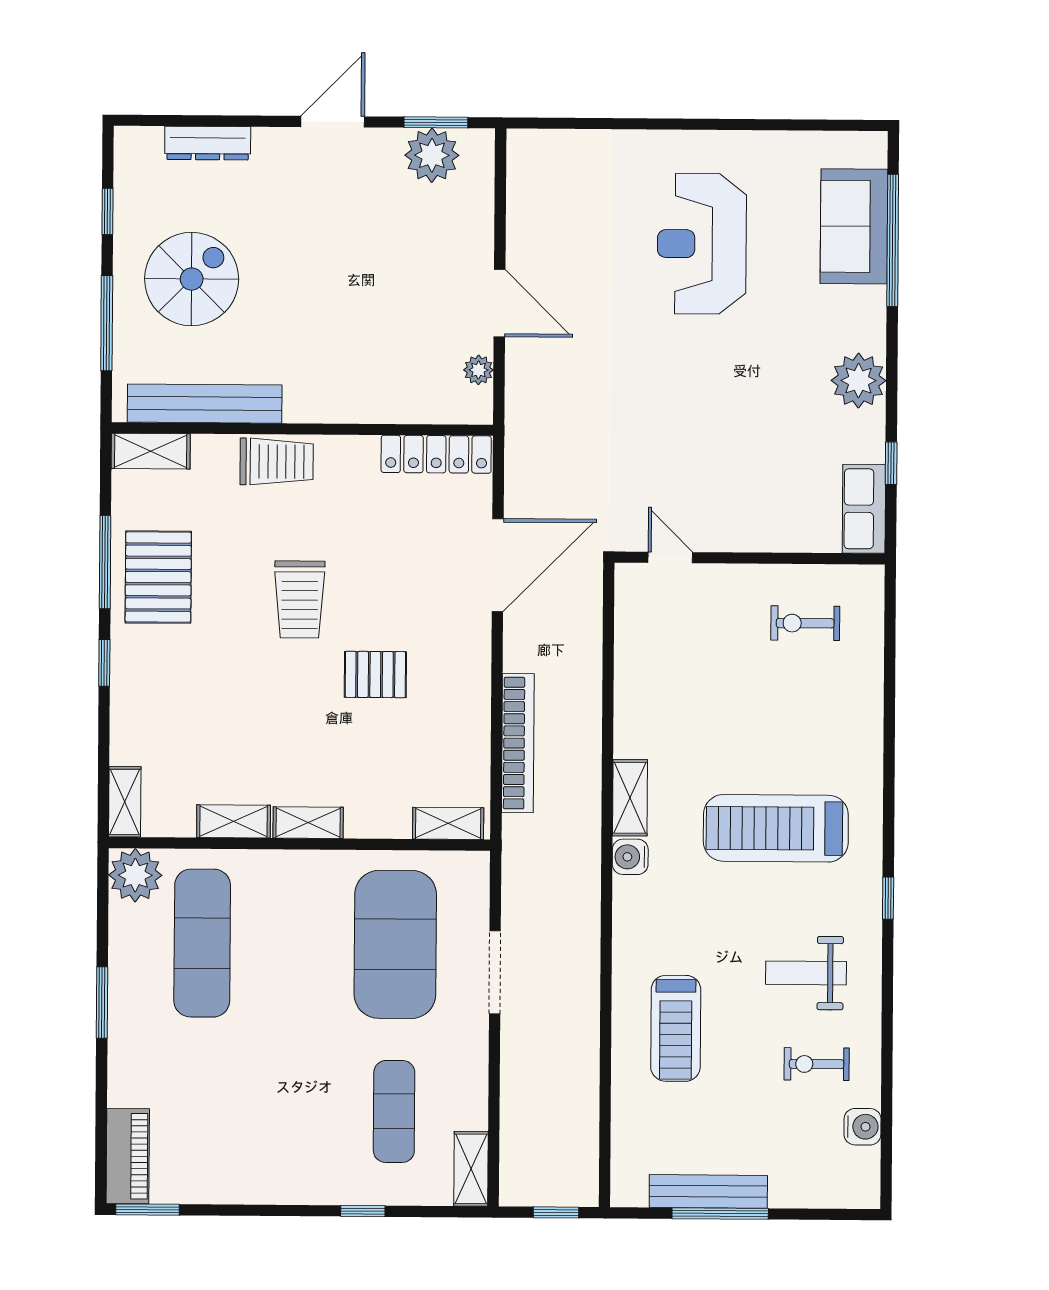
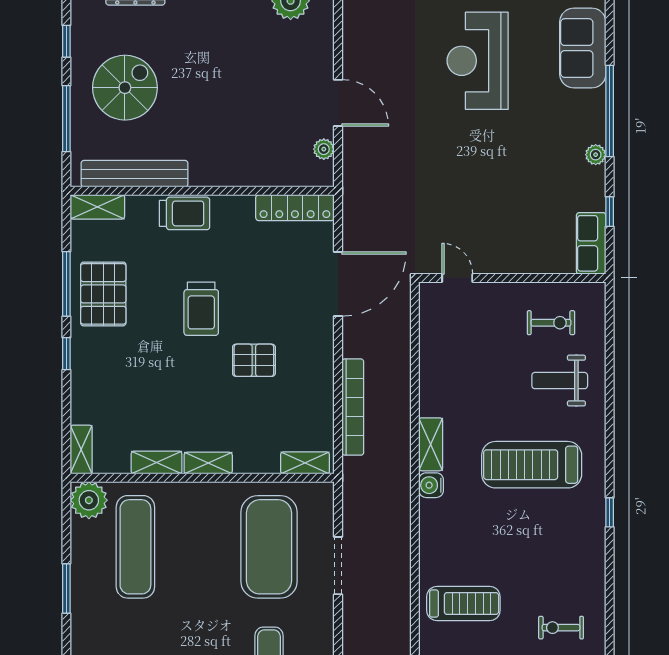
window: (893, 240) -> (610, 111), moved
plant: (859, 381) -> (596, 155), width x0.53, depth x0.53
exercise bike: (805, 623) -> (551, 323), turned 180
weight bench: (806, 973) -> (560, 381), moved
treadmill: (676, 1028) -> (463, 604), turned -90

